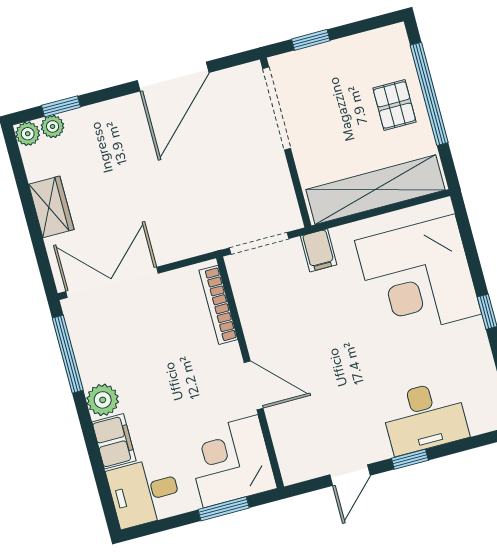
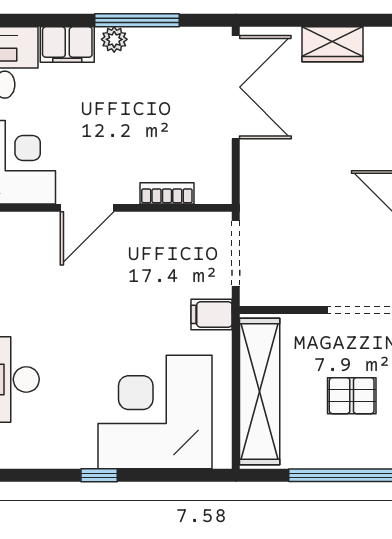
pallet: (394, 105) -> (352, 396), moved
bookcase: (218, 305) -> (167, 193), width x0.64
window: (68, 354) -> (137, 20), moved
plant: (103, 400) -> (114, 39), width x0.73, depth x0.73

